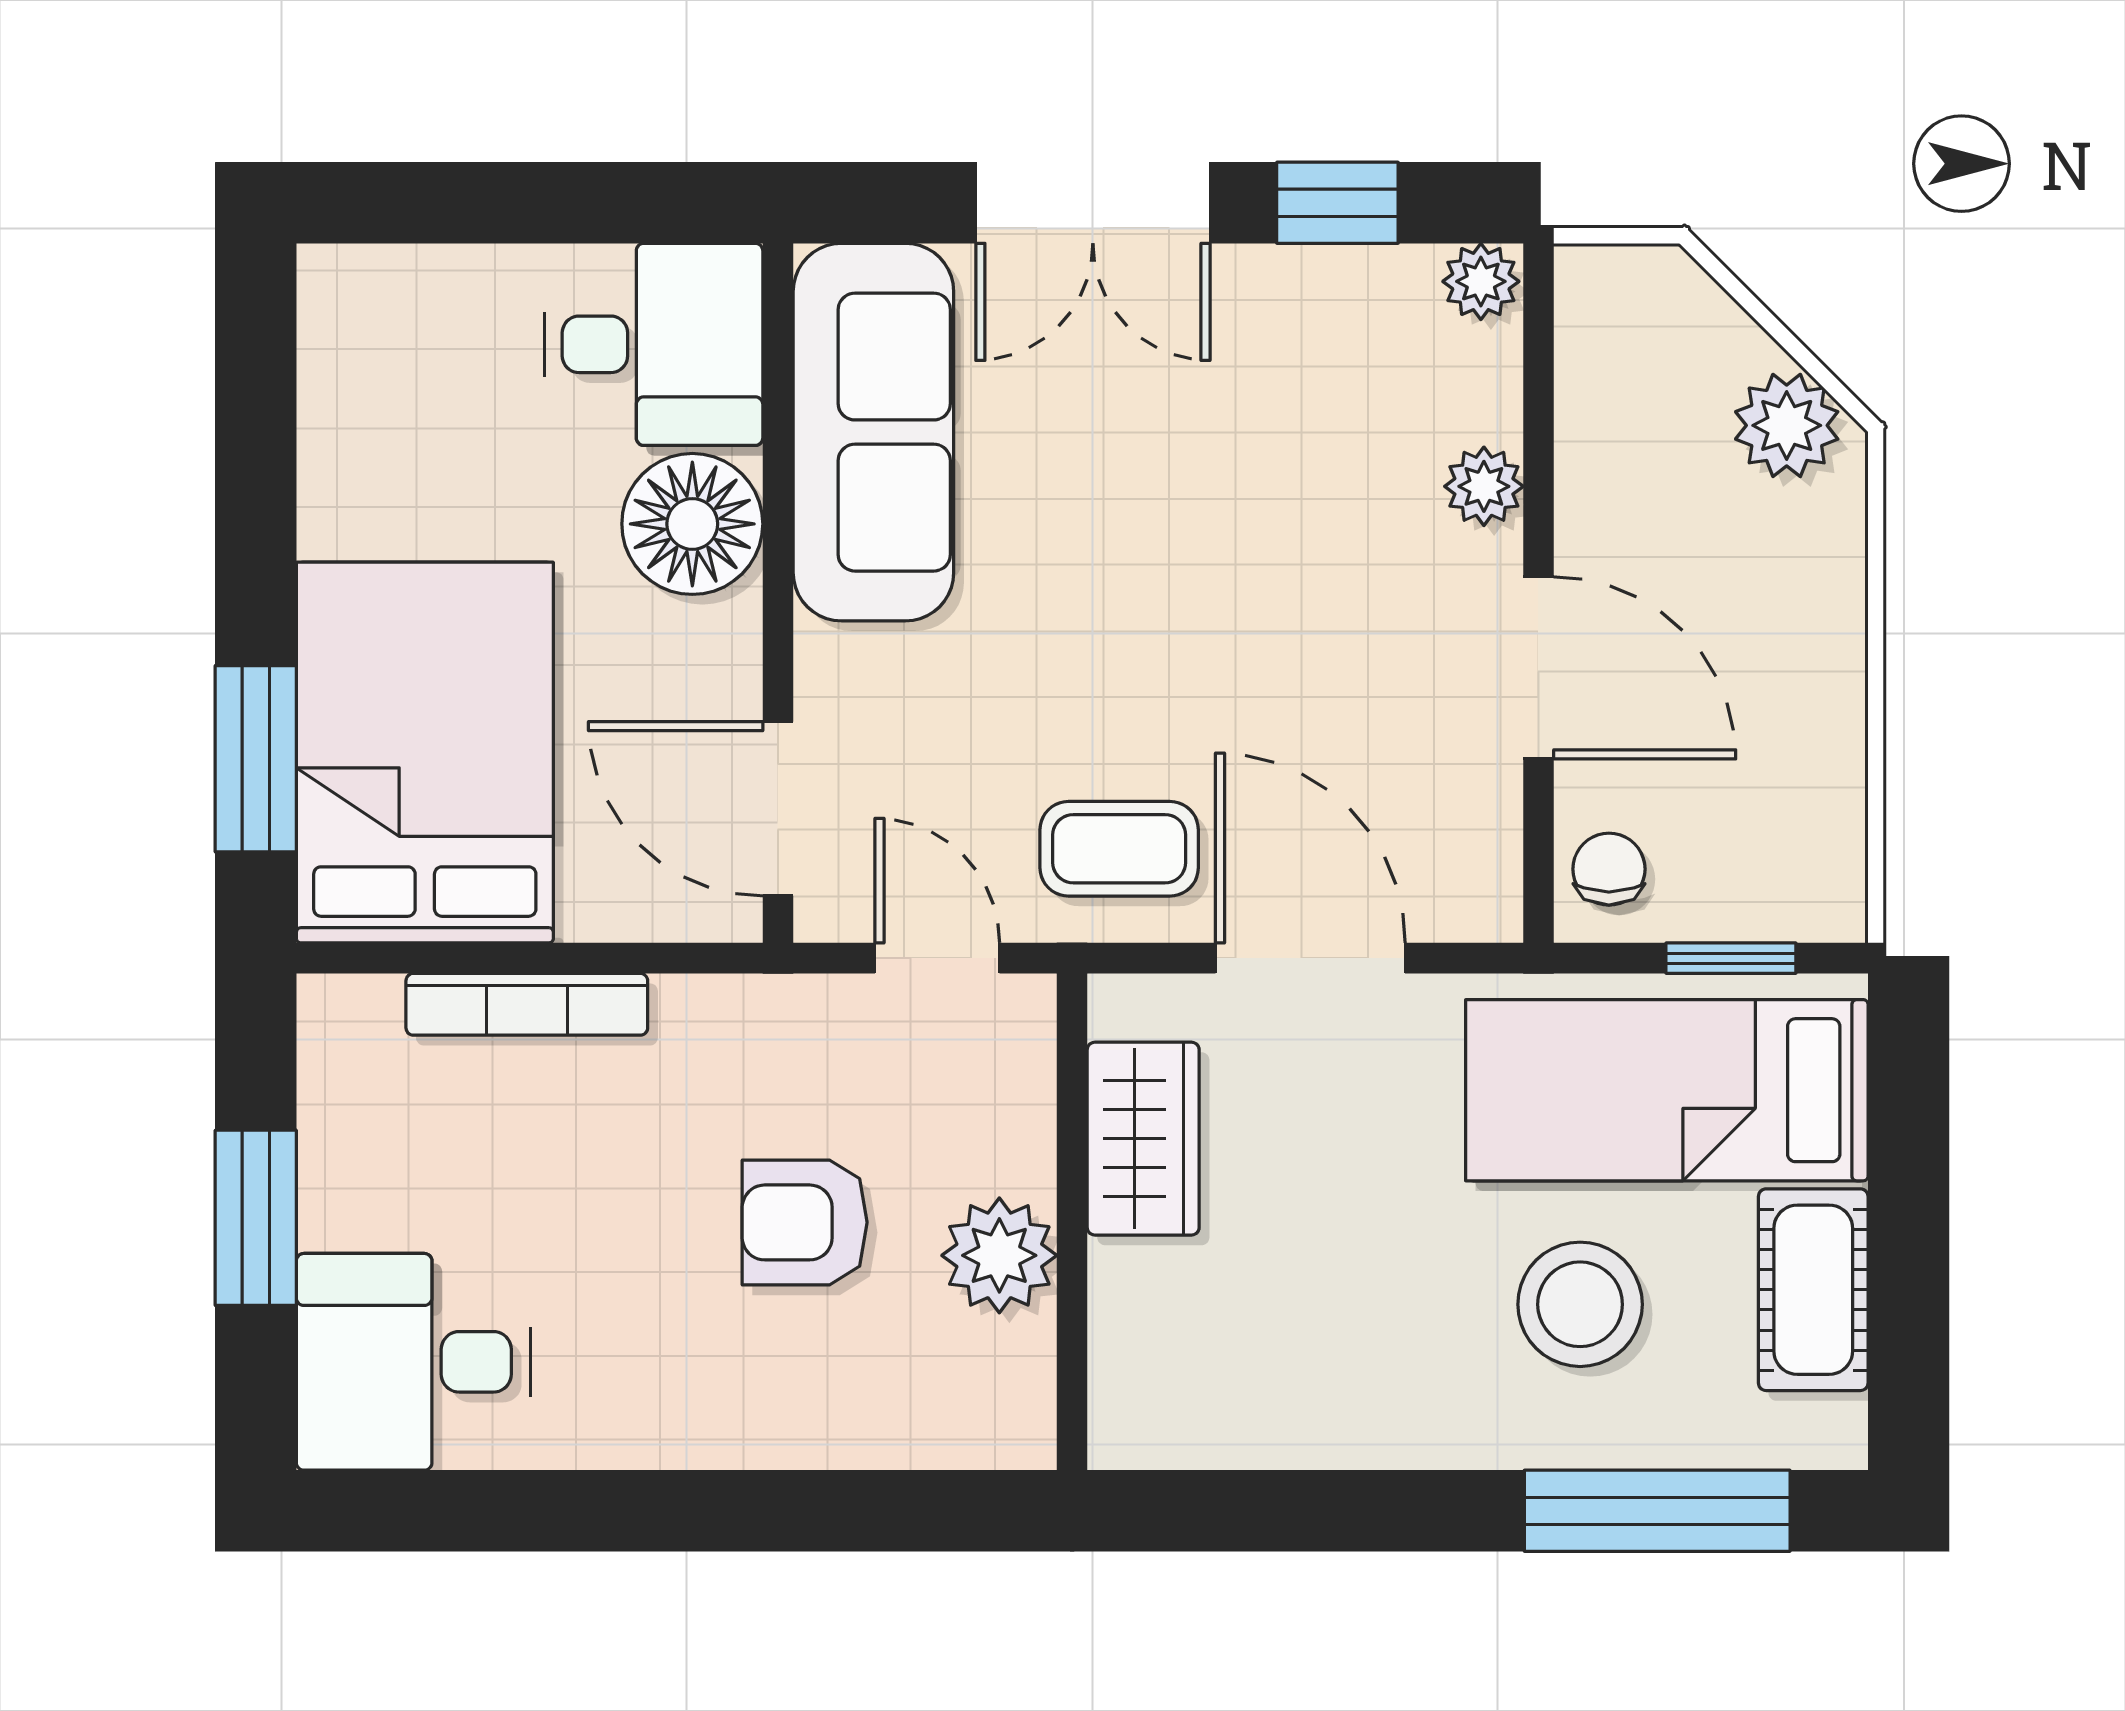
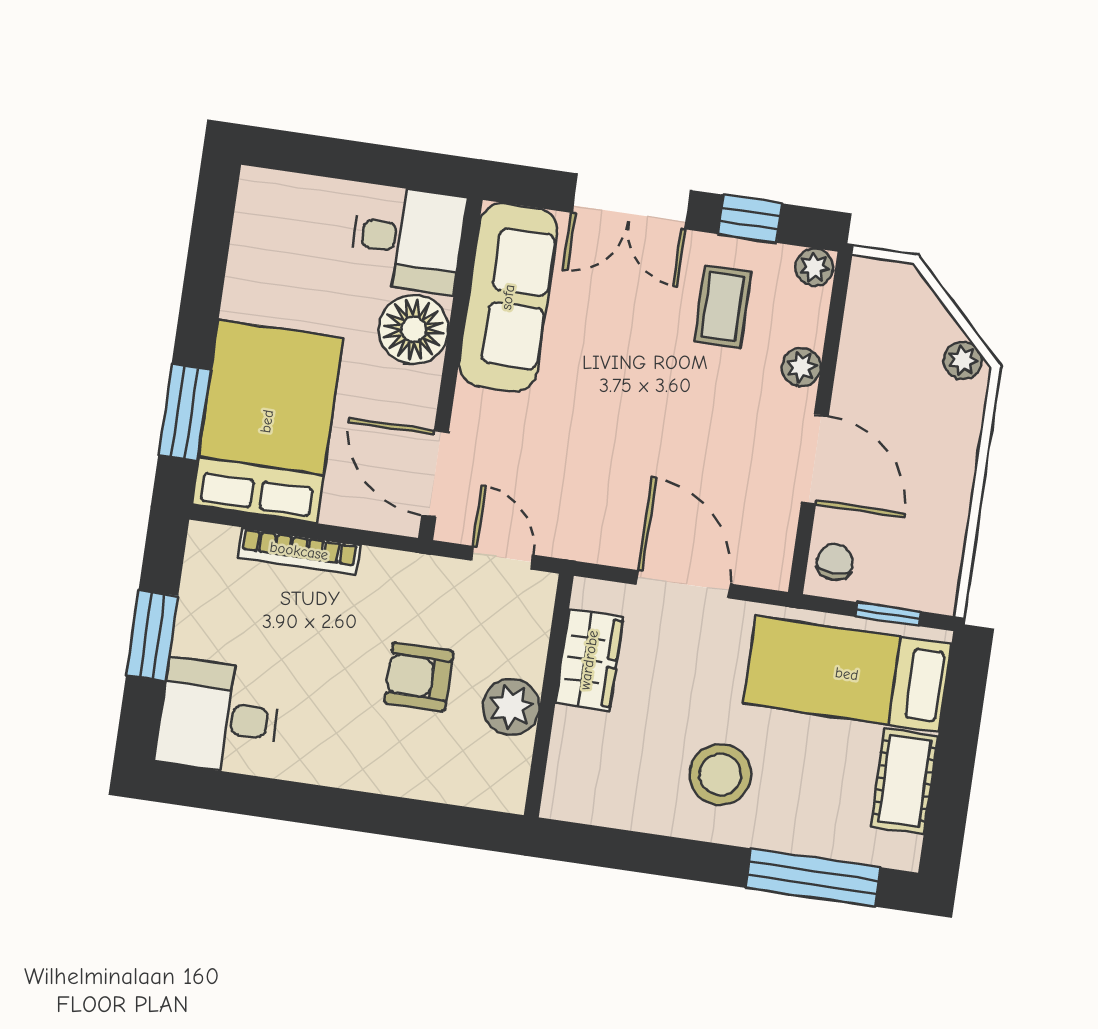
plant: (1787, 425) -> (963, 360), width x0.73, depth x0.73
coffee table: (1119, 849) -> (723, 307), moved, turned 90
stool: (1580, 1304) -> (720, 774), moved

